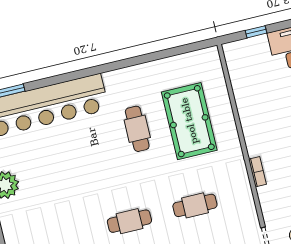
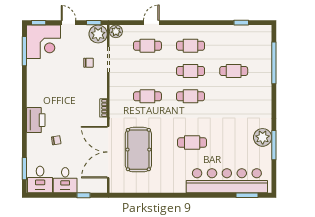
double door: (234, 106) -> (108, 152), added
cafe table: (137, 129) -> (192, 143), moved, turned 90

